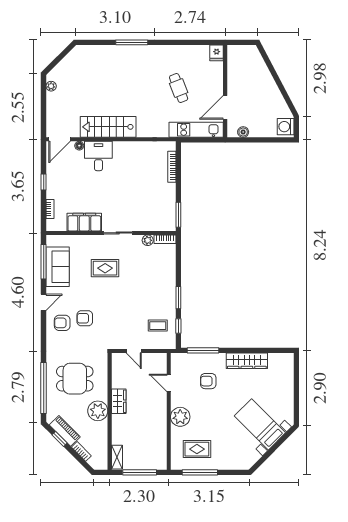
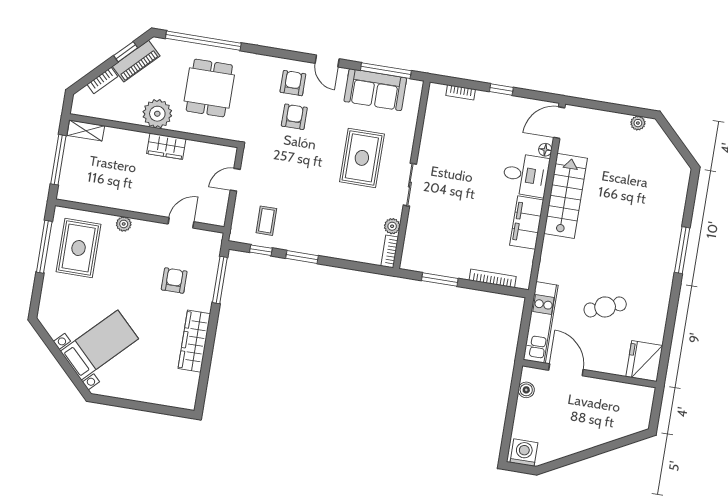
fridge: (217, 53) -> (644, 361), width x1.88, depth x1.34
door: (60, 139) -> (559, 123), hinge flipped
window: (178, 215) -> (440, 280), moved
filing cabinet: (84, 222) -> (527, 223), moved, turned 180
rug: (105, 268) -> (362, 158), width x1.36, depth x1.43
plant: (180, 417) -> (124, 224), width x0.53, depth x0.53
rug: (197, 449) -> (79, 248), width x1.36, depth x1.43

